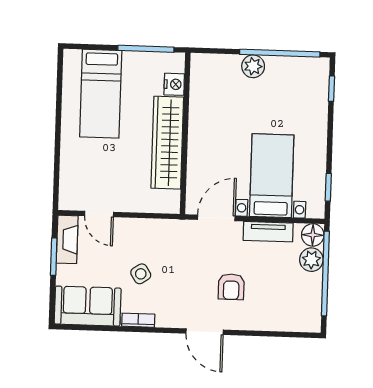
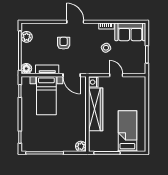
plant: (253, 66) -> (81, 146), moved
nightstand: (174, 84) -> (93, 82), moved
door: (99, 214) -> (116, 75), moved
door: (216, 218) -> (72, 75), hinge flipped
fireplace: (67, 239) -> (141, 63), removed
plant: (311, 260) -> (27, 37), moved

